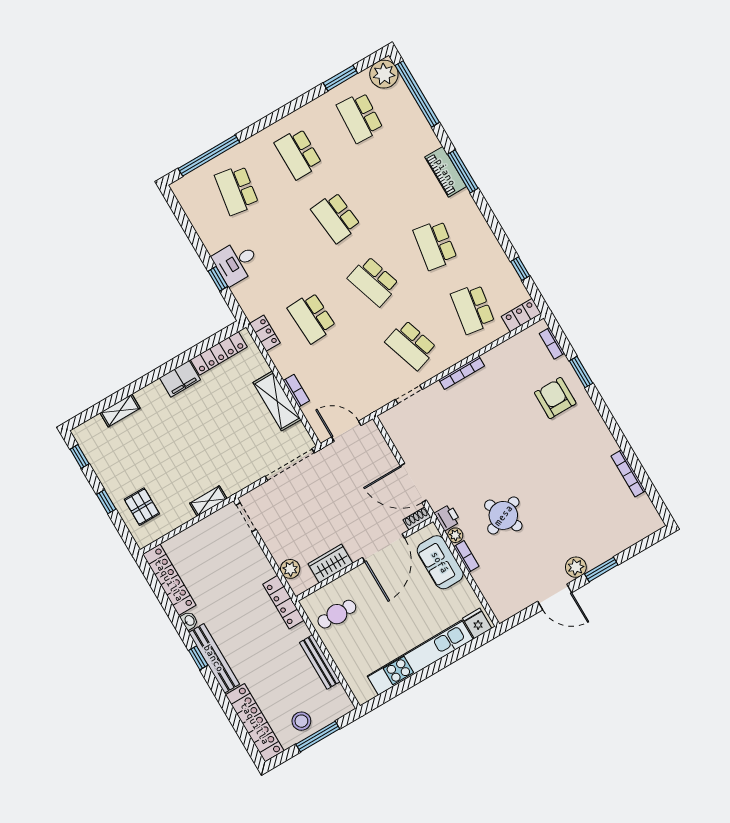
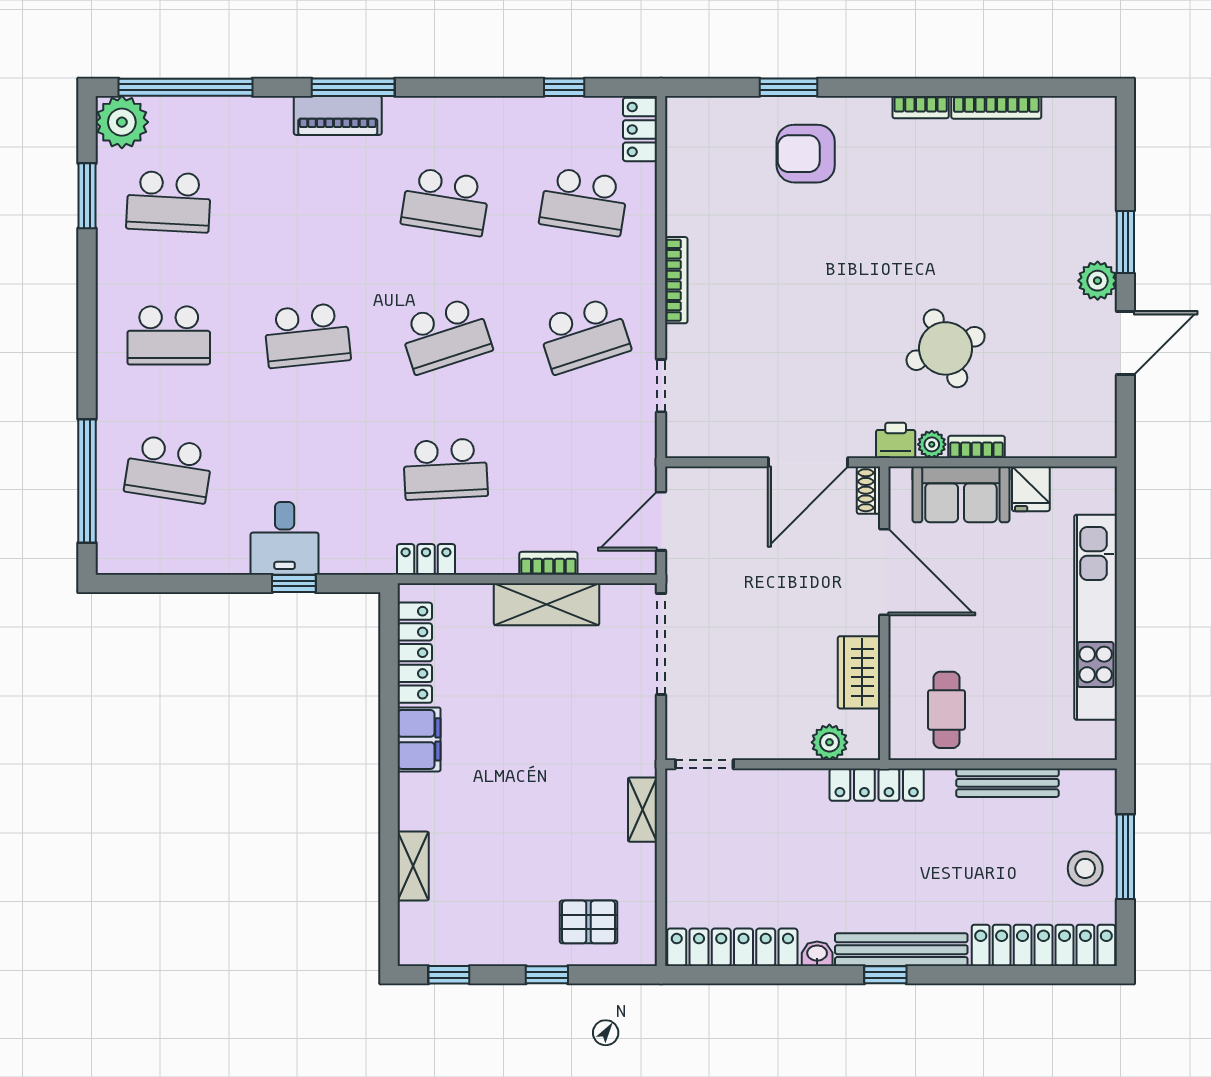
bookcase: (552, 343) -> (921, 107), moved
fridge: (477, 623) -> (1031, 489), moved, turned -90

